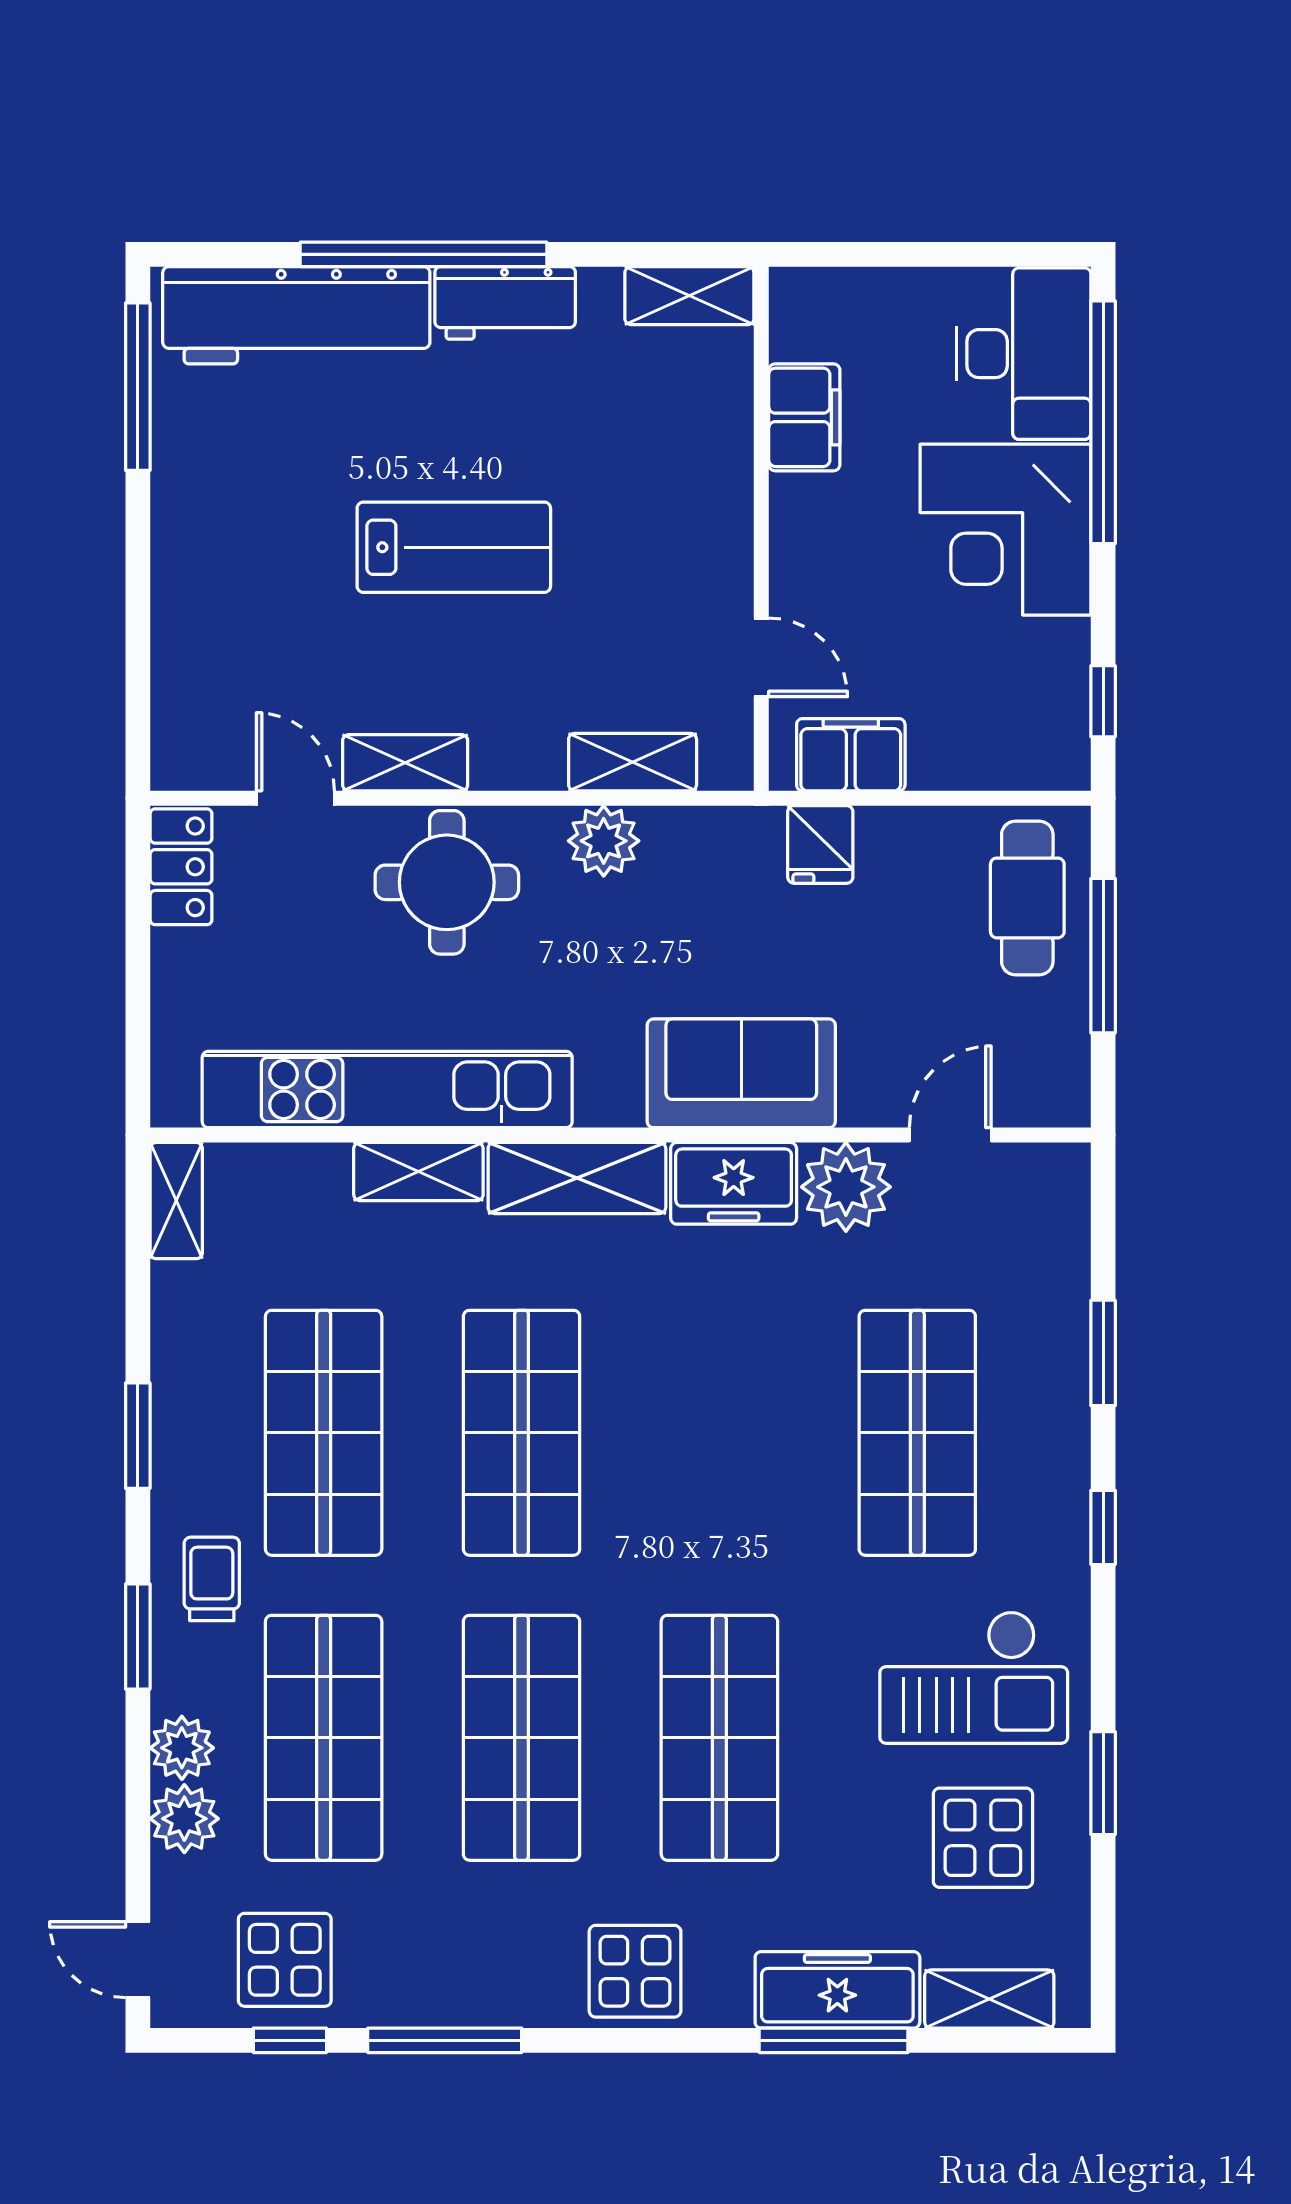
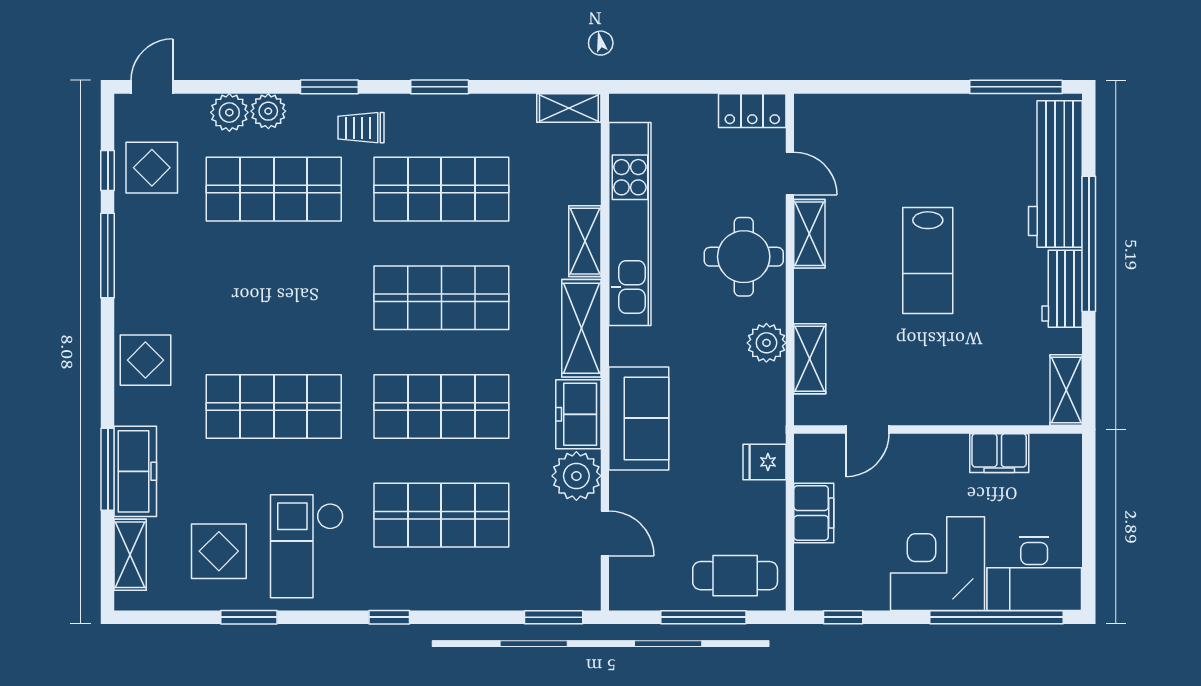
filing cabinet: (851, 755) -> (814, 513), moved
door: (295, 798) -> (790, 173), hinge flipped
window: (1103, 1353) -> (554, 617), moved
trolley: (212, 1579) -> (361, 128), turned 180
shop shelf: (522, 1738) -> (441, 406), moved

